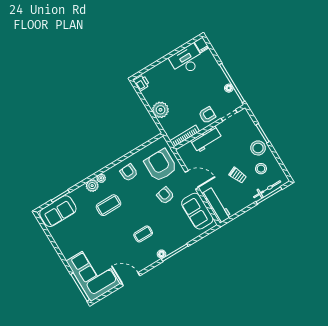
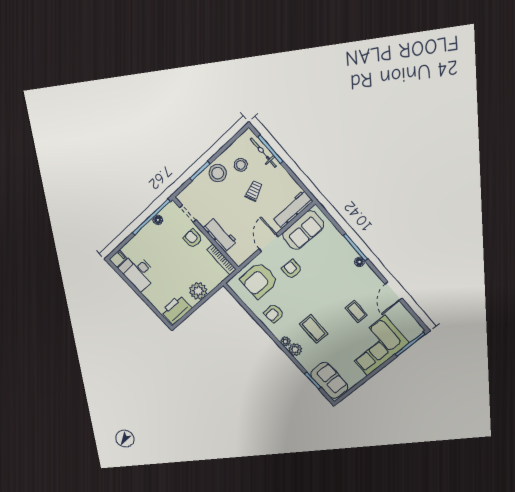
printer: (142, 83) -> (176, 310), width x1.87, depth x1.48
armchair: (165, 195) -> (292, 269), turned 100
coffee table: (143, 234) -> (356, 311), moved
corner sofa: (93, 272) -> (376, 346), moved

